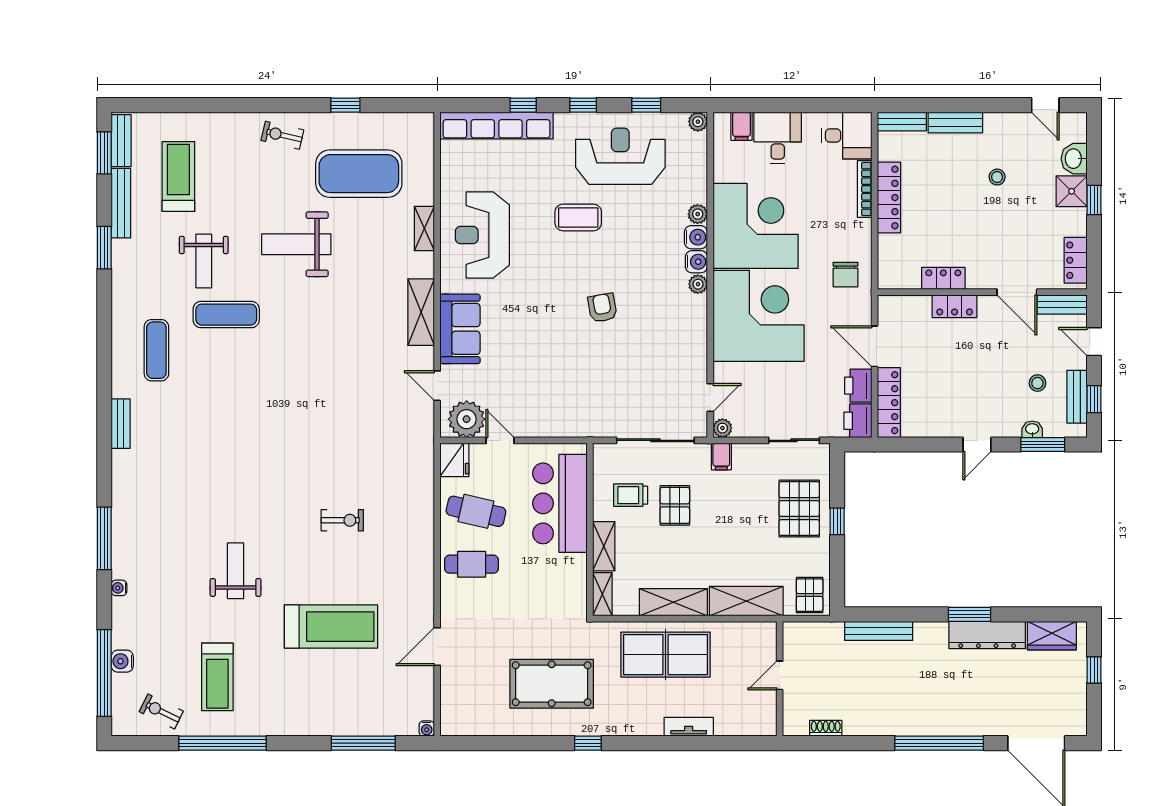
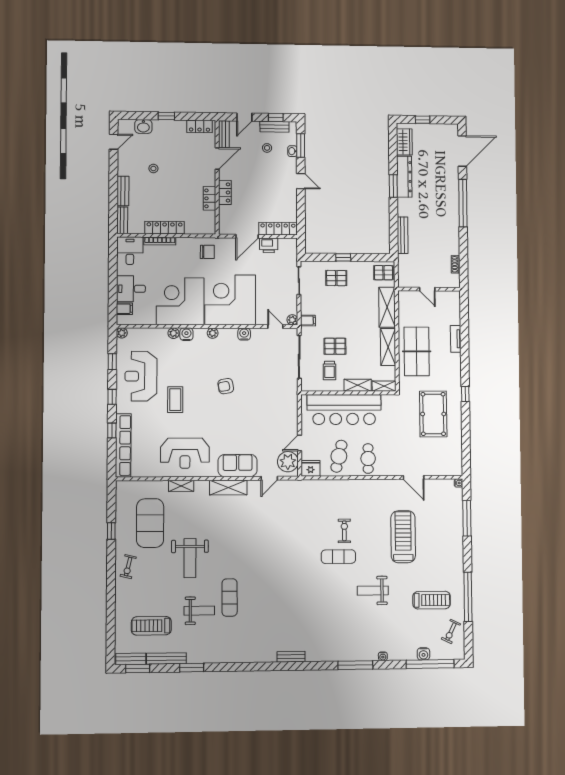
shower: (1072, 191) -> (161, 128), removed
water cooler: (696, 262) -> (244, 334), moved
exercise mat: (156, 350) -> (338, 557), moved
printer: (858, 421) -> (288, 246), removed
bar counter: (560, 503) -> (344, 410), width x1.36
pallet: (799, 509) -> (336, 278), width x0.67, depth x0.71

